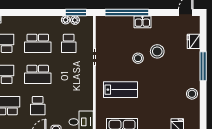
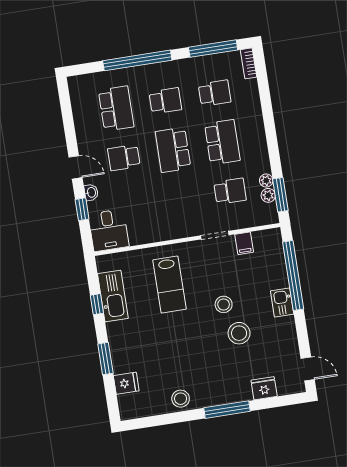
filing cabinet: (102, 40) -> (244, 243), added
school desk: (38, 43) -> (222, 142), turned 180
school desk: (69, 43) -> (230, 191), turned 180

